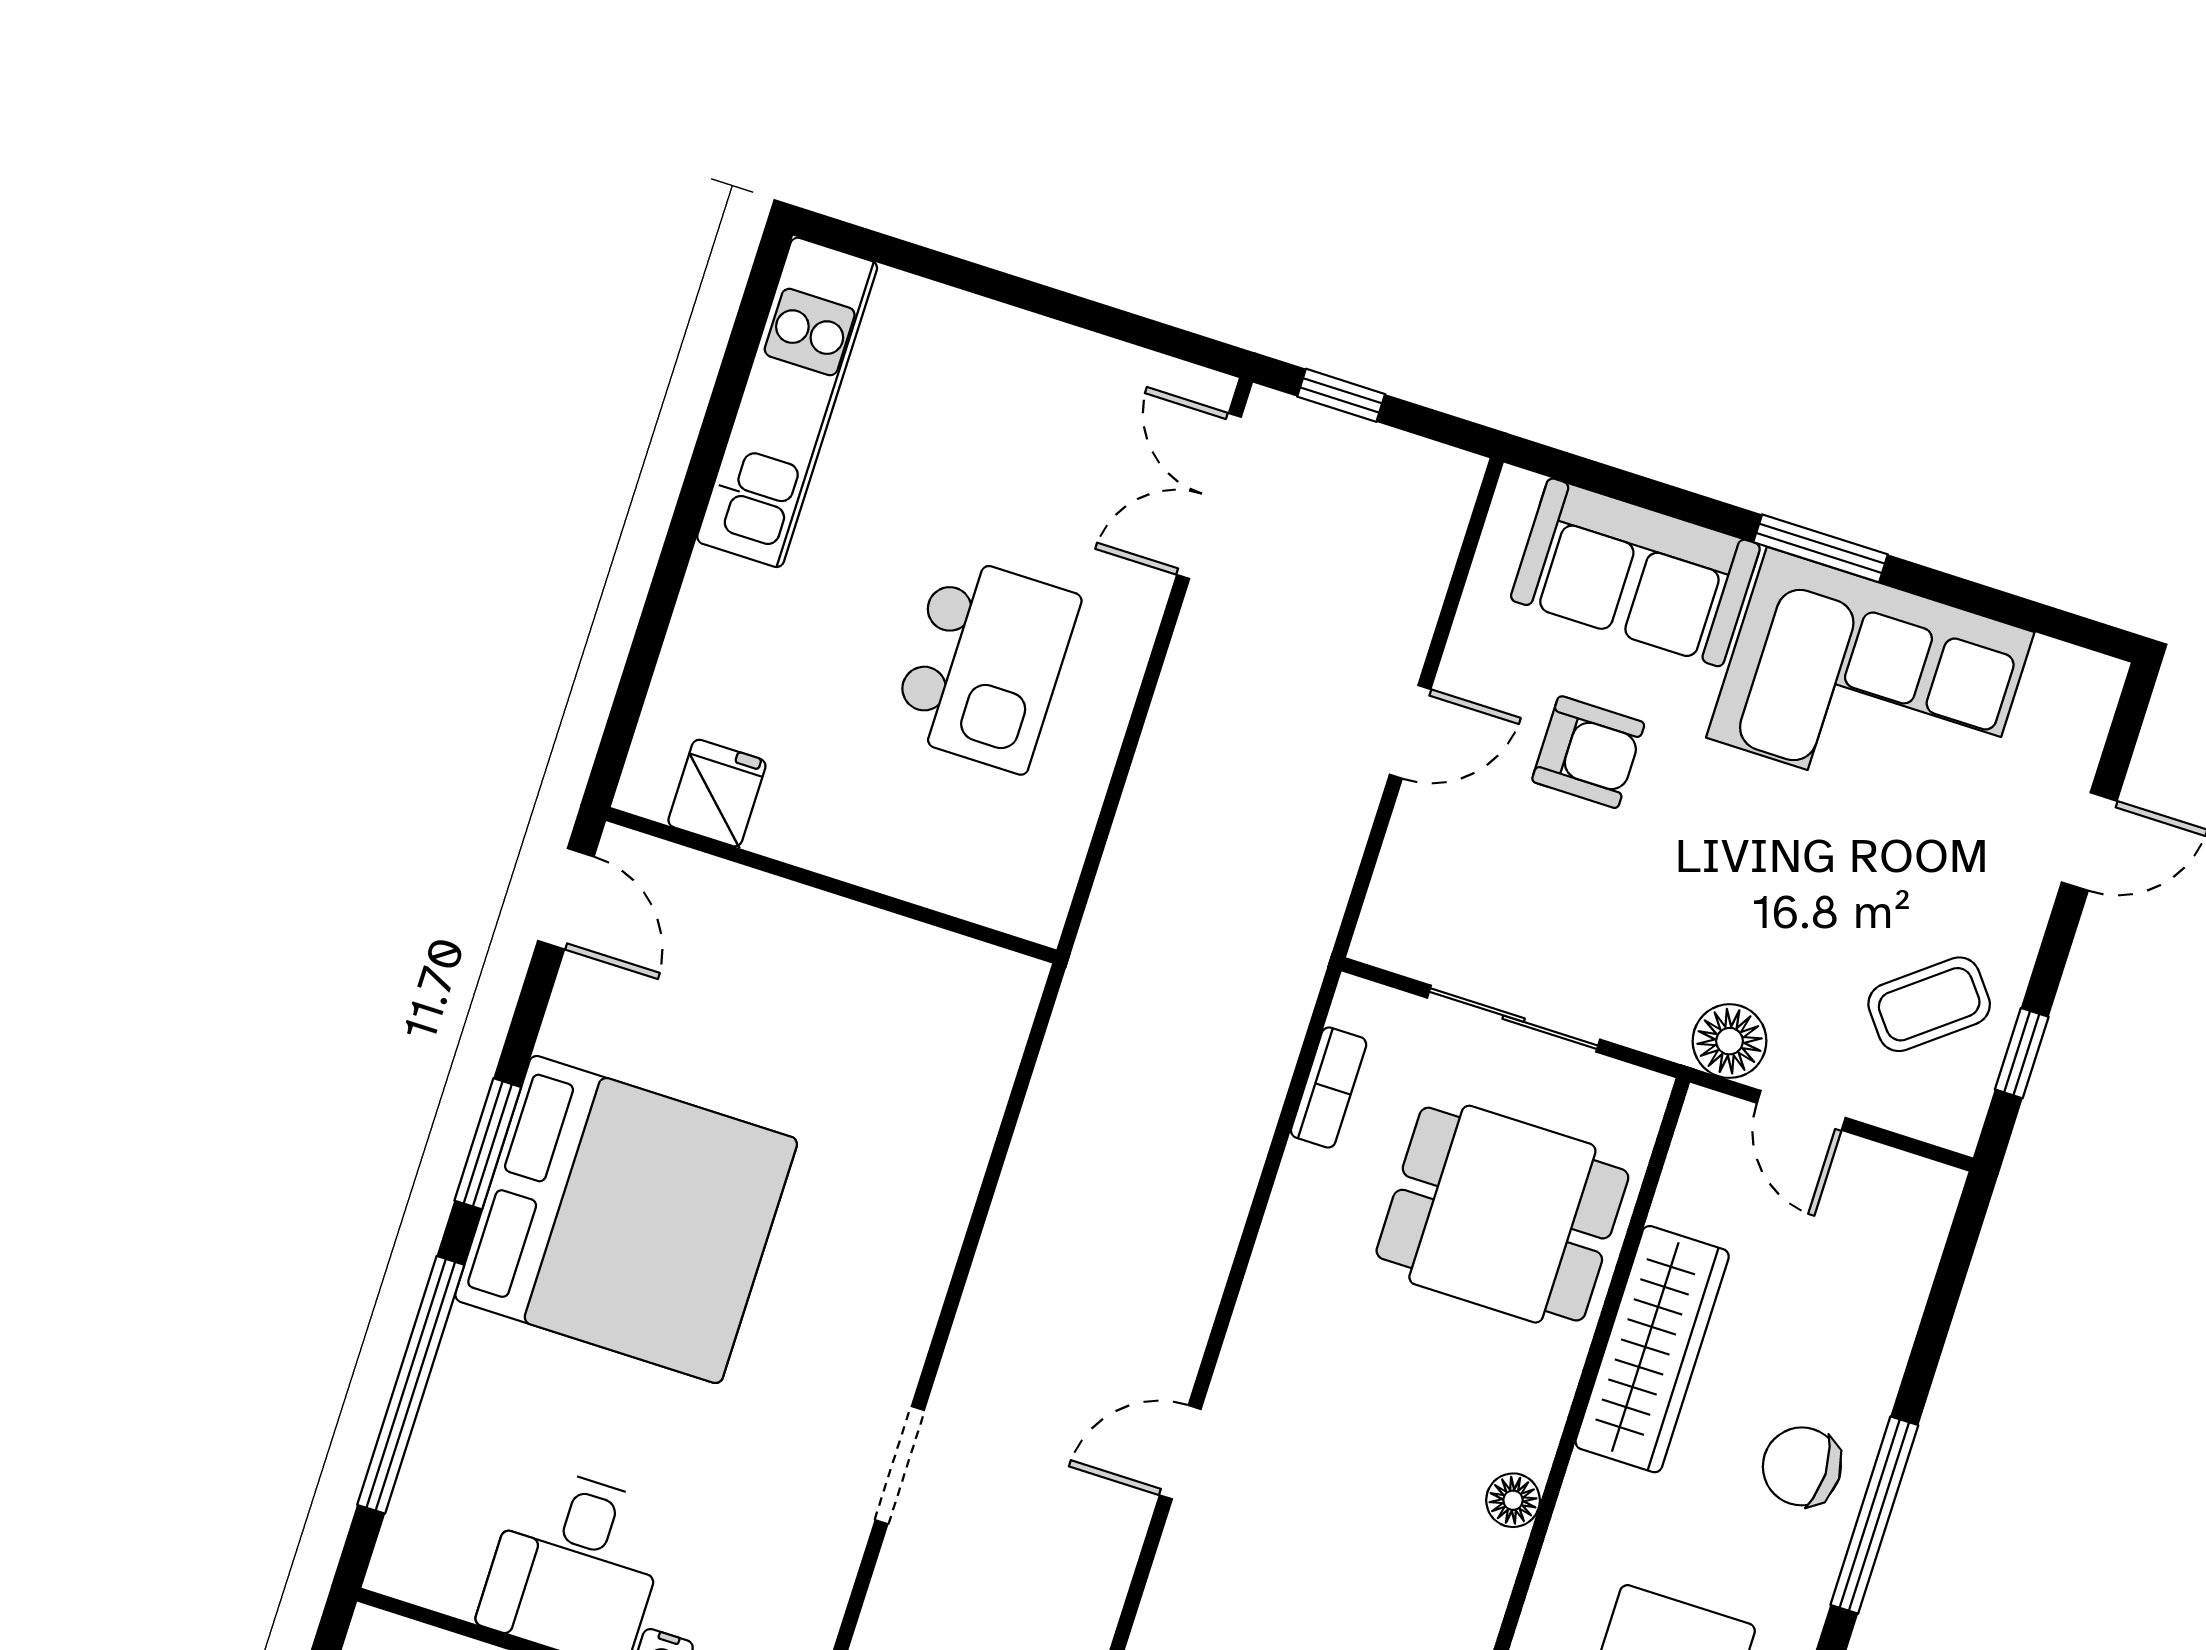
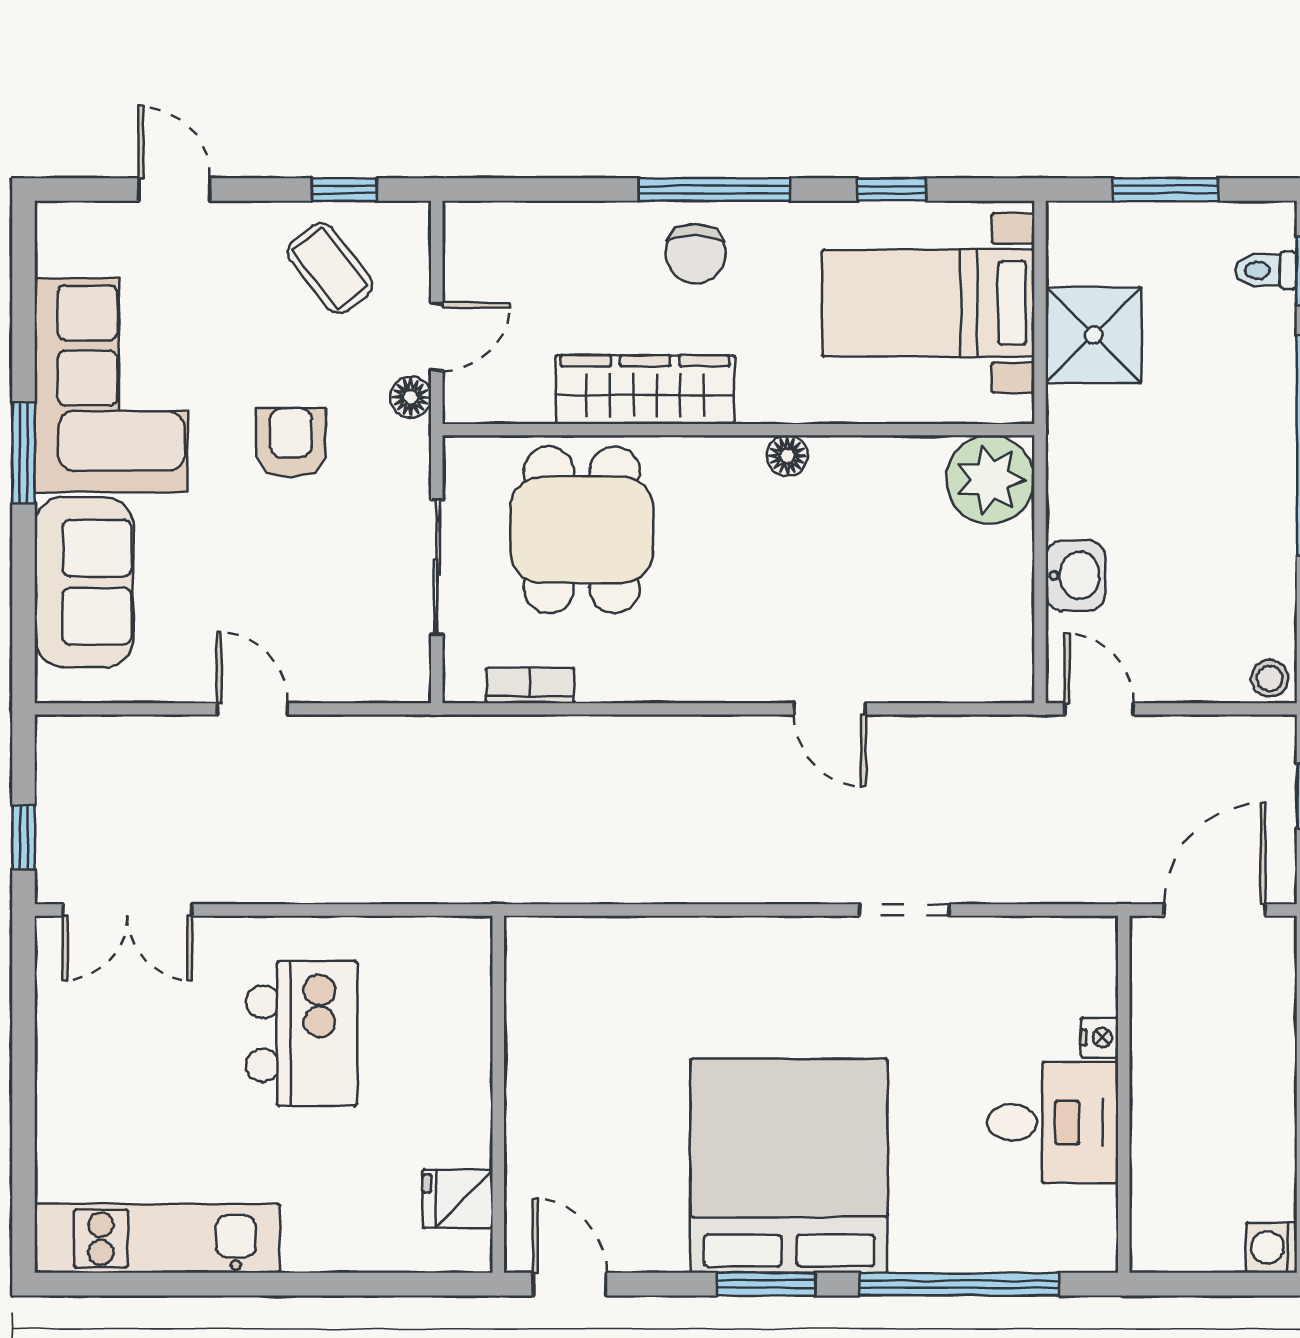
kitchen island: (985, 664) -> (302, 1033), turned 90
armchair: (1588, 752) -> (291, 443), moved
door: (566, 899) -> (570, 1284), hinge flipped
floor lamp: (1730, 1041) -> (411, 397), width x0.73, depth x0.73

